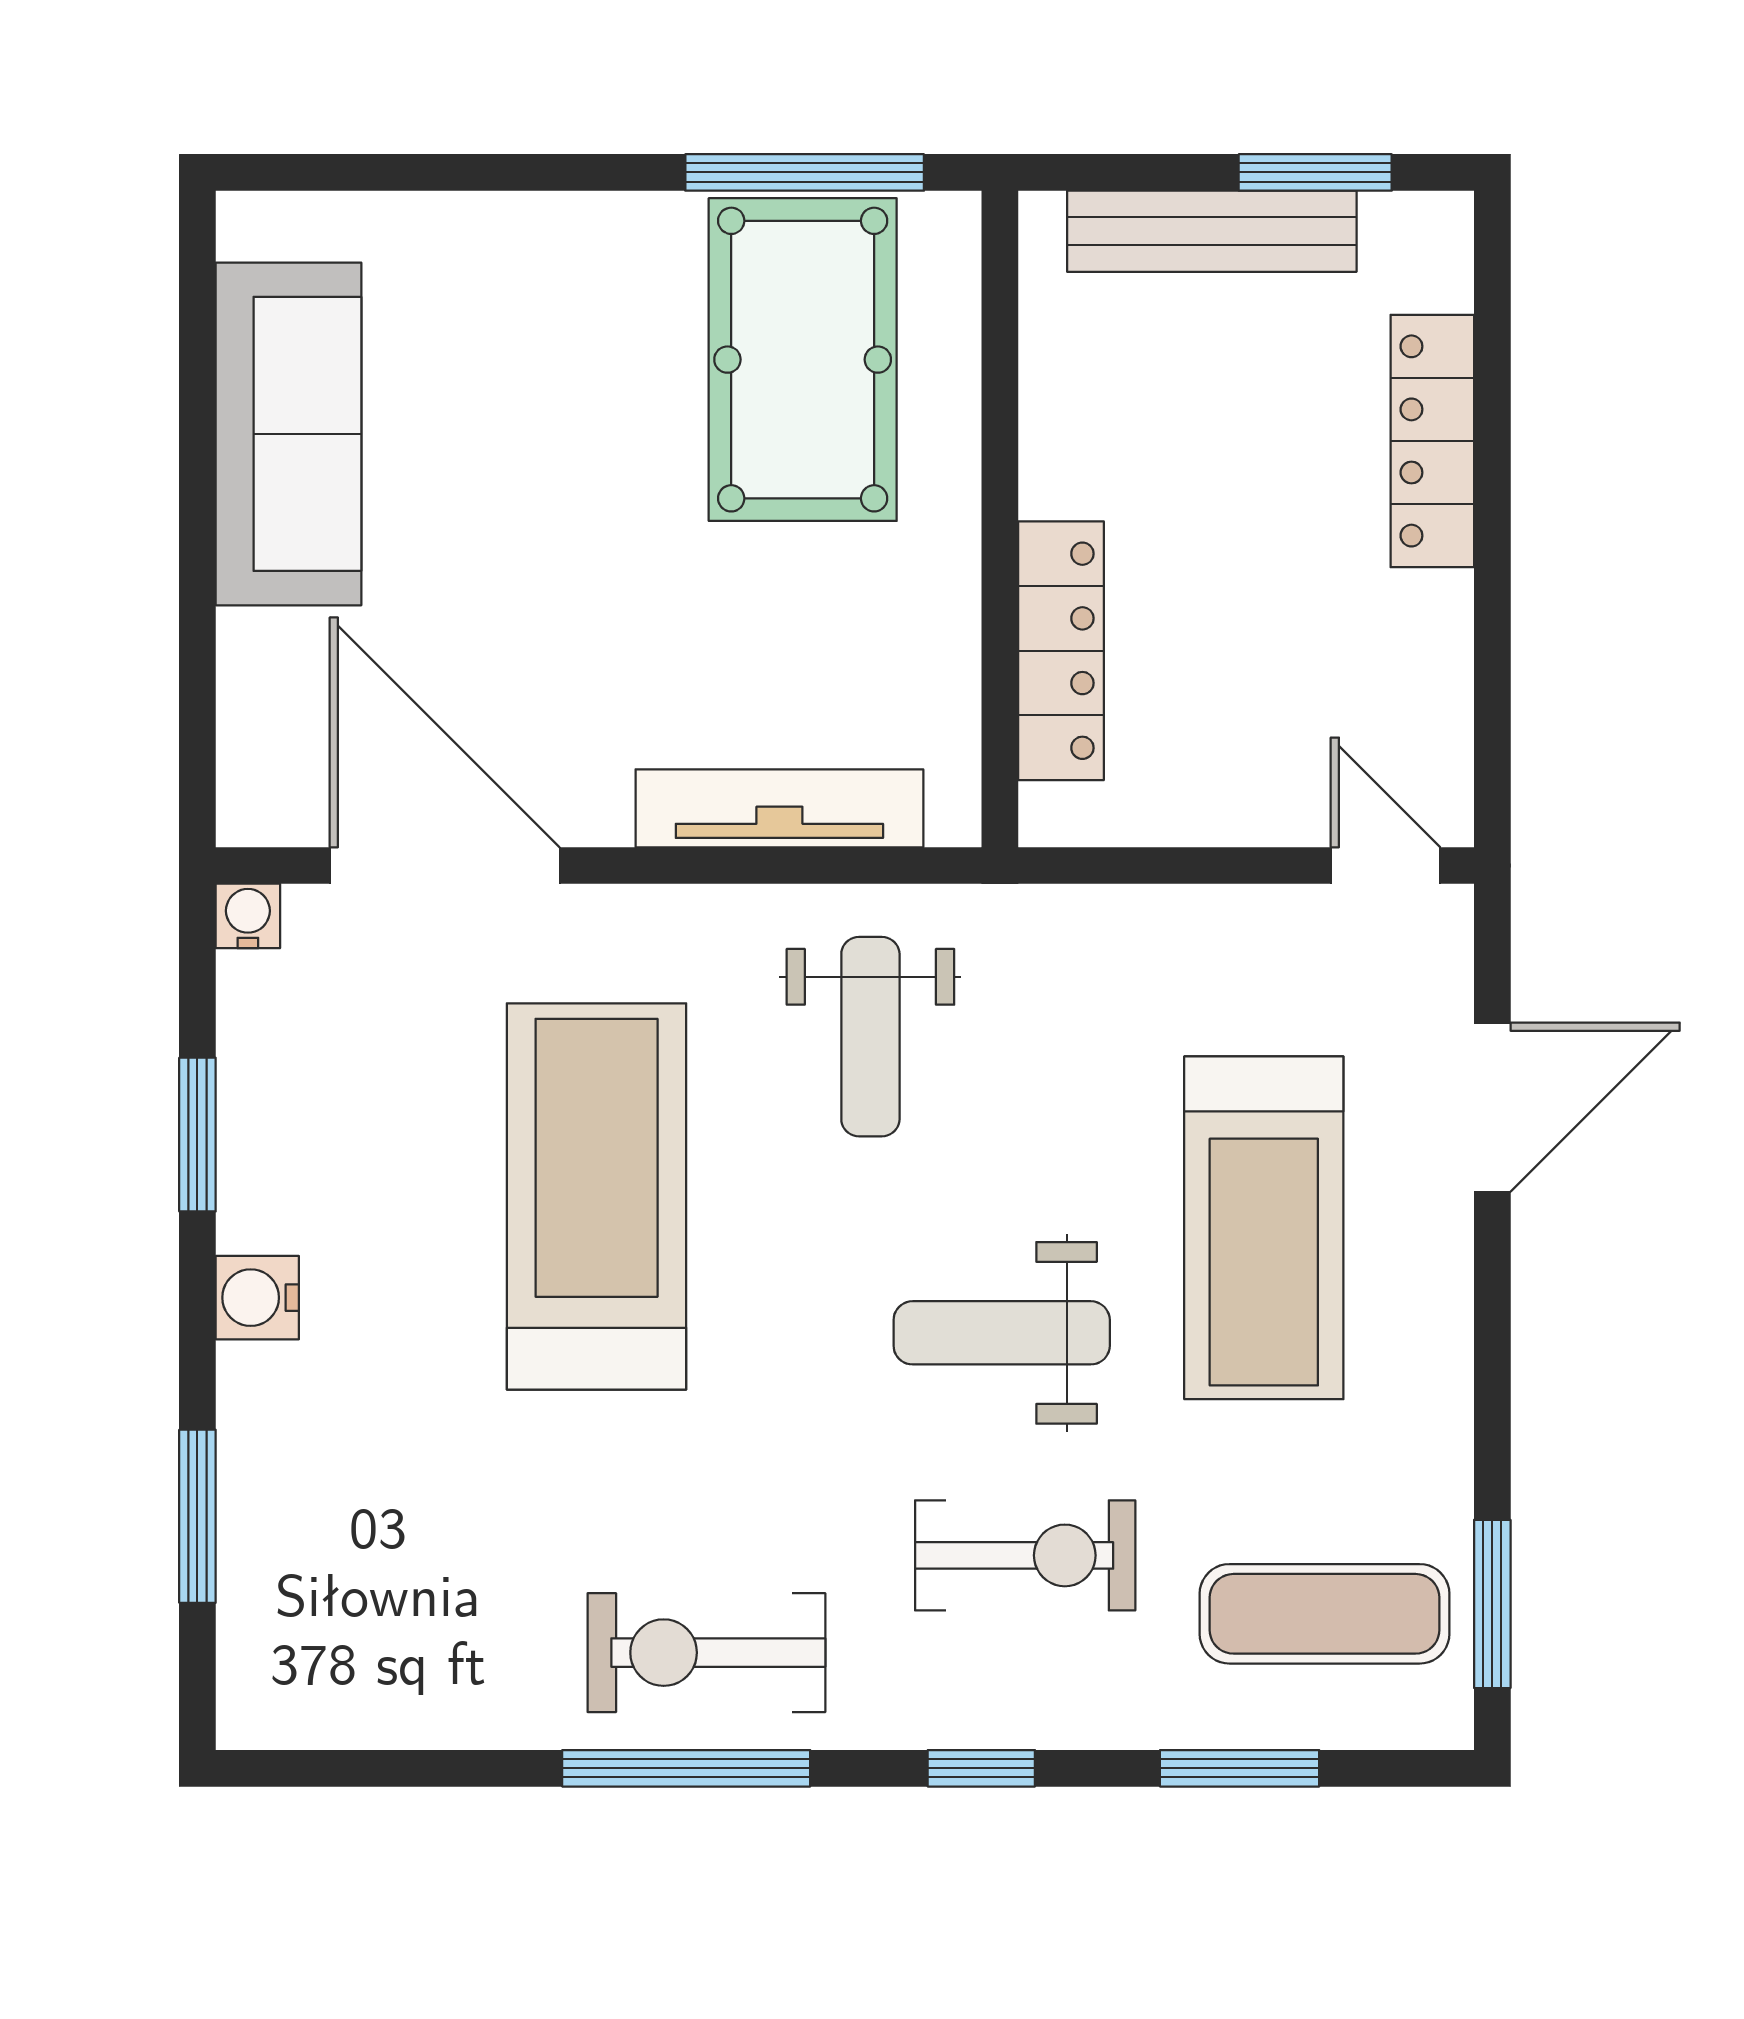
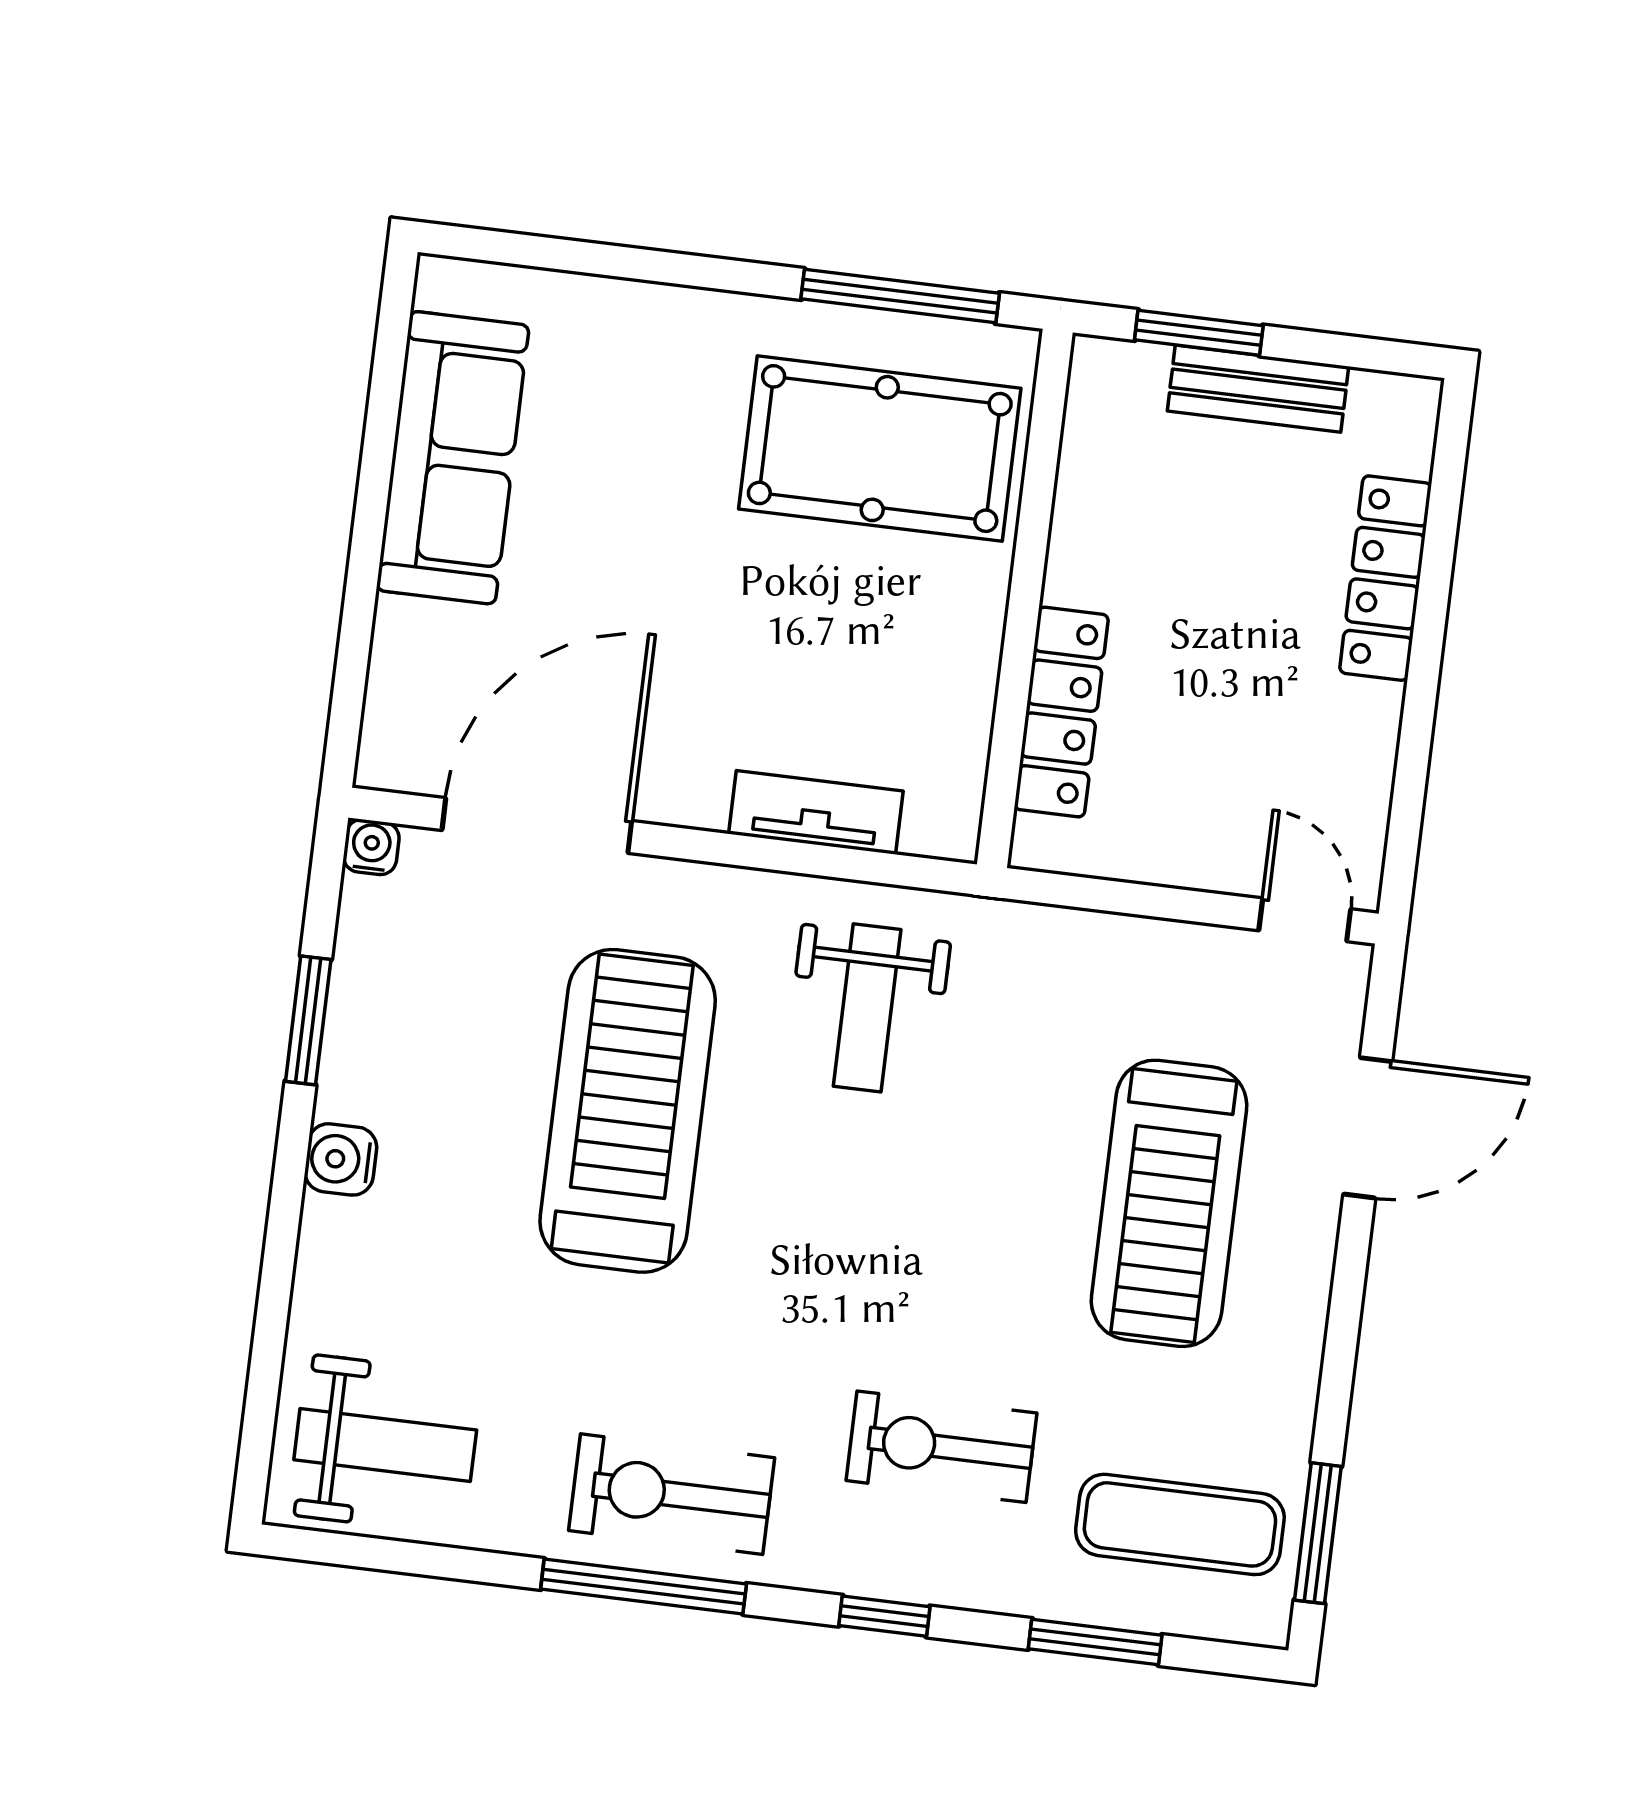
window: (1315, 172) -> (1199, 333), moved
bench: (1212, 231) -> (1258, 389), width x0.73
pool table: (803, 360) -> (880, 449), turned 90
tv unit: (779, 808) -> (816, 812), width x0.71
door: (445, 865) -> (537, 826), hinge flipped
weight bench: (1002, 1333) -> (385, 1445), moved, turned 180
window: (197, 1516) -> (270, 1332), removed
exercise bike: (1025, 1555) -> (941, 1447), turned 180

